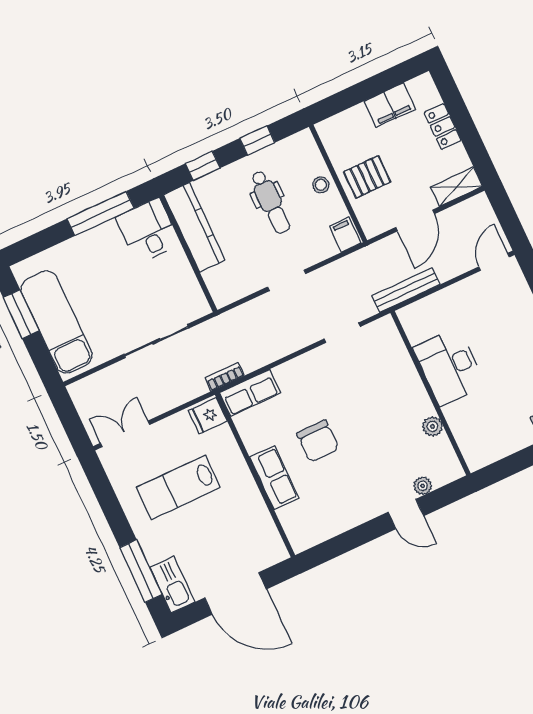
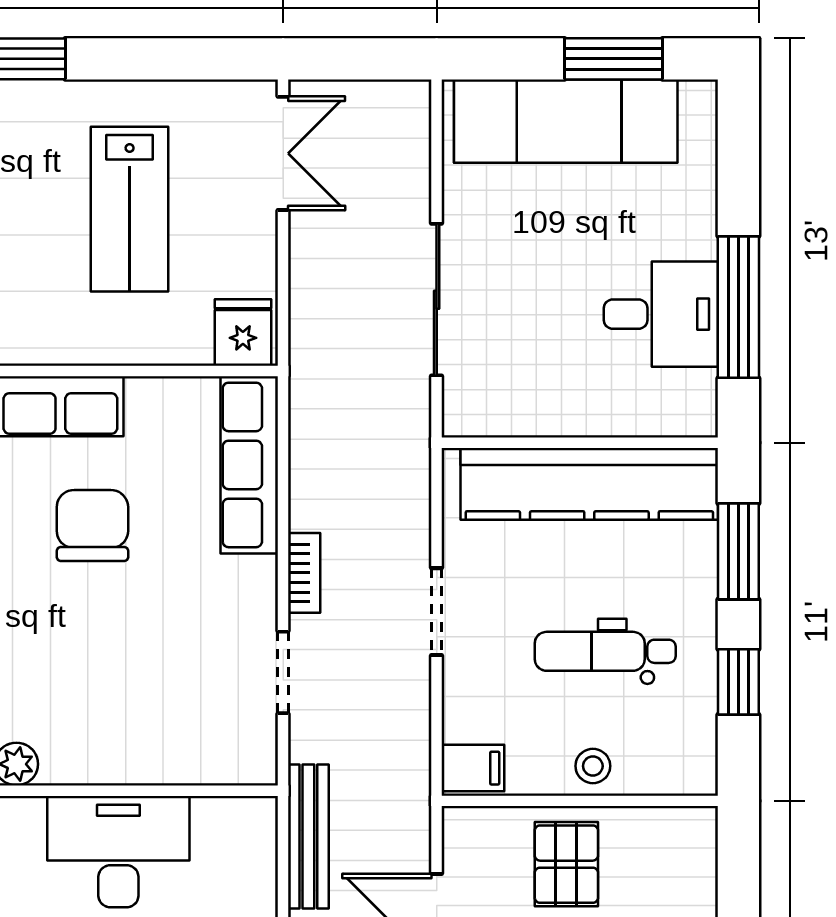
window: (203, 166) -> (738, 551), width x1.50
kitchen counter: (194, 227) -> (589, 484), width x1.39, depth x1.17
desk: (148, 231) -> (661, 314), moved
bookcase: (225, 377) -> (304, 573), moved
row of seats: (250, 393) -> (249, 465), width x1.48
chair: (318, 441) -> (92, 525), turned 90
lab bench: (178, 487) -> (130, 209), turned 180

